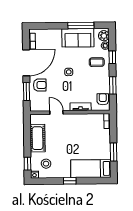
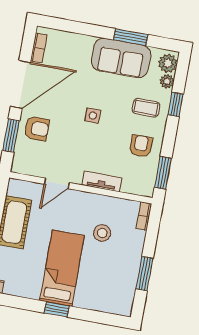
window: (81, 26) -> (131, 37), width x0.69
window: (113, 85) -> (163, 173), moved
armchair: (103, 99) -> (141, 146), moved
door: (56, 113) -> (57, 183), swing flipped
stool: (46, 164) -> (102, 233), moved
bed: (91, 169) -> (62, 268), moved, turned 90

